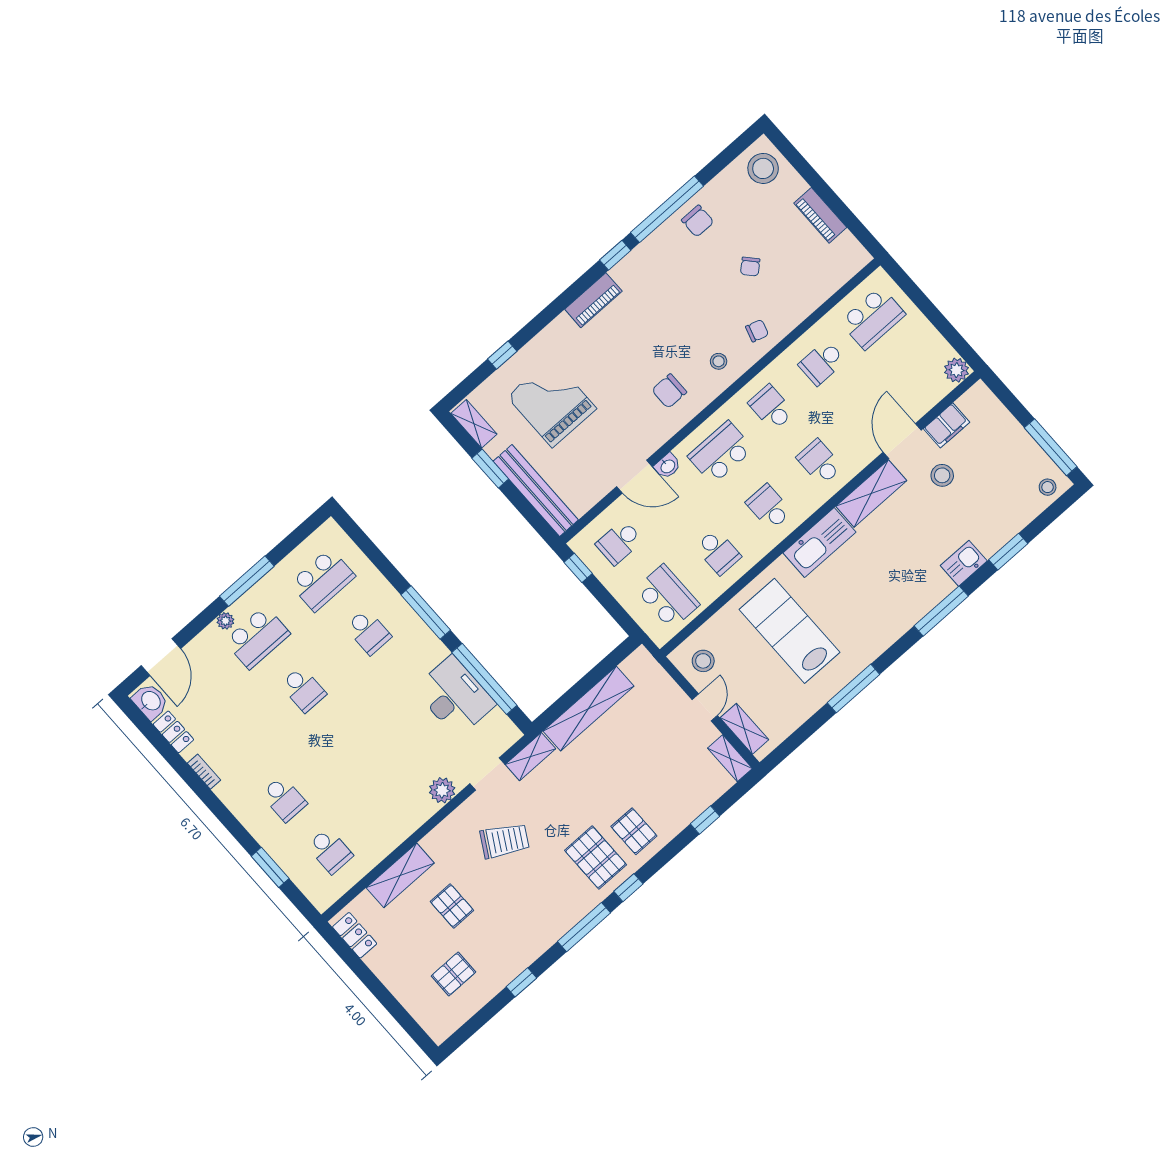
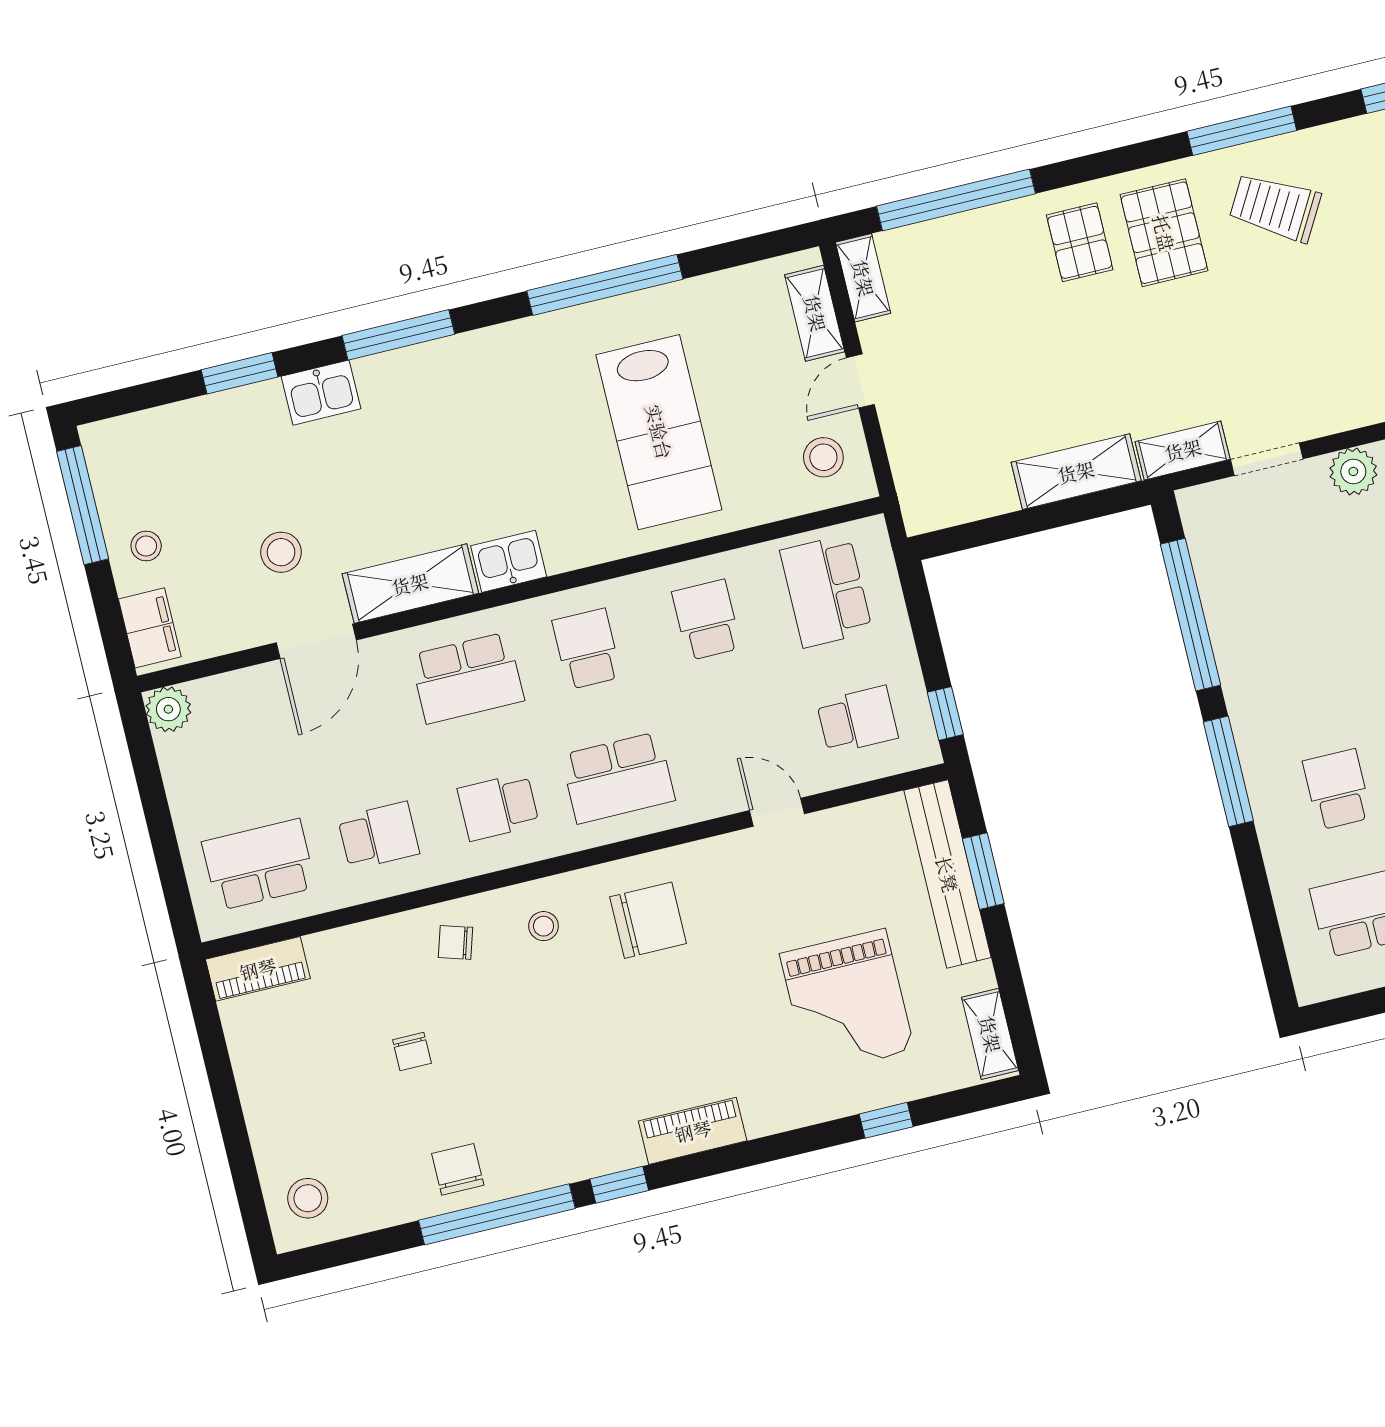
stool: (763, 168) -> (308, 1198), width x0.73, depth x0.73
piano: (820, 215) -> (258, 969), moved, turned 90
chair: (750, 267) -> (412, 1052), turned 132
chair: (669, 391) -> (648, 920), width x1.37, depth x1.37
school desk: (771, 408) -> (498, 807), turned 90
filing cabinet: (947, 425) -> (150, 628), moved, turned 90
school desk: (819, 462) -> (467, 678), width x1.85
washbasin: (667, 466) -> (715, 801), removed
window: (490, 468) -> (983, 871), moved
door: (634, 477) -> (777, 812), width x0.73
stool: (1048, 487) -> (146, 546), moved
school desk: (769, 507) -> (587, 649), turned 180
kitchen sink: (819, 542) -> (509, 561), width x0.53, depth x0.81
window: (854, 688) -> (605, 285), width x1.46
desk: (455, 696) -> (1253, 612), removed
shelving: (588, 709) -> (1076, 472), width x0.68
window: (705, 820) -> (956, 200), width x3.17
trolley: (505, 841) -> (1275, 207), moved
window: (628, 888) -> (1137, 156), removed

